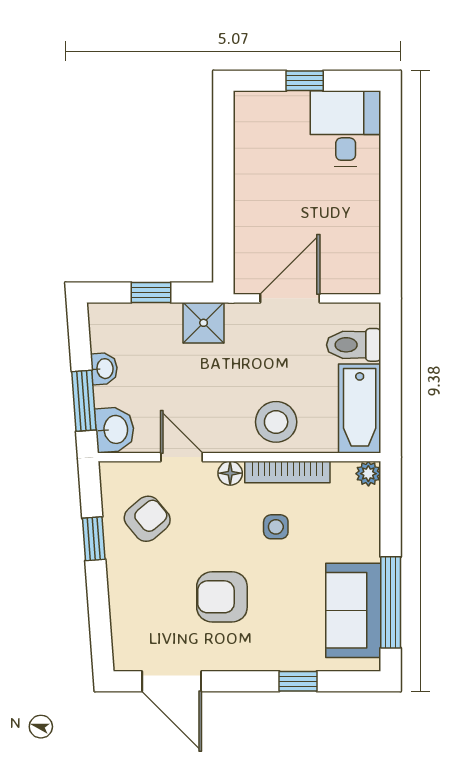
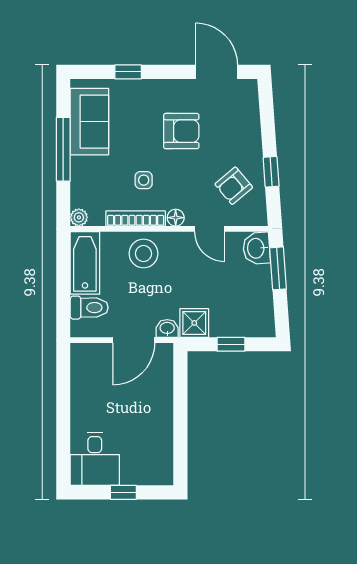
washbasin: (104, 369) -> (167, 328), moved, turned 94
window: (391, 602) -> (63, 149), moved

